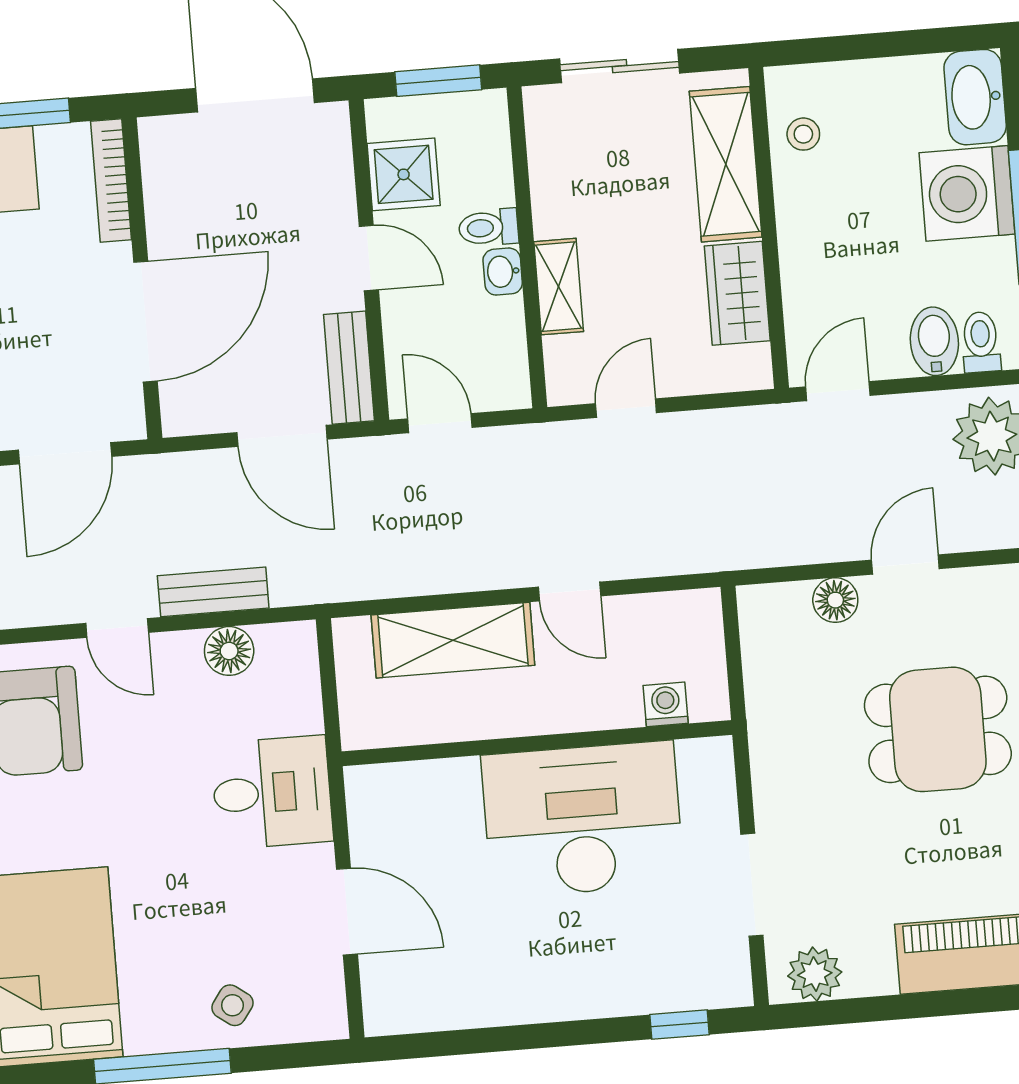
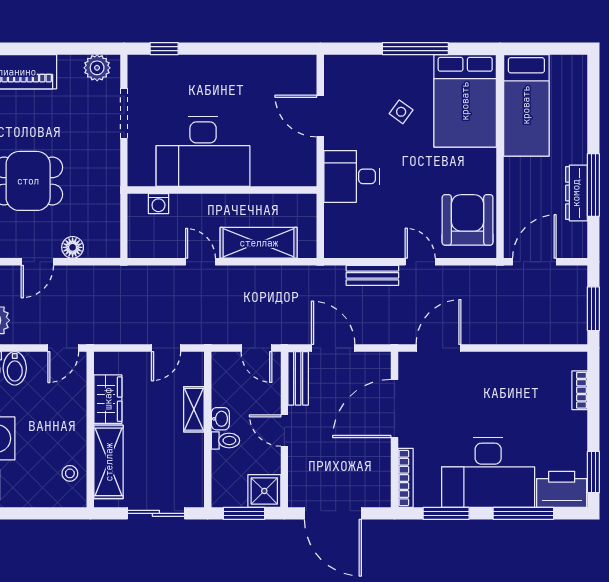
shower: (404, 174) -> (264, 491), moved
floor lamp: (229, 651) -> (367, 246), removed
side table: (232, 1005) -> (401, 112), moved

